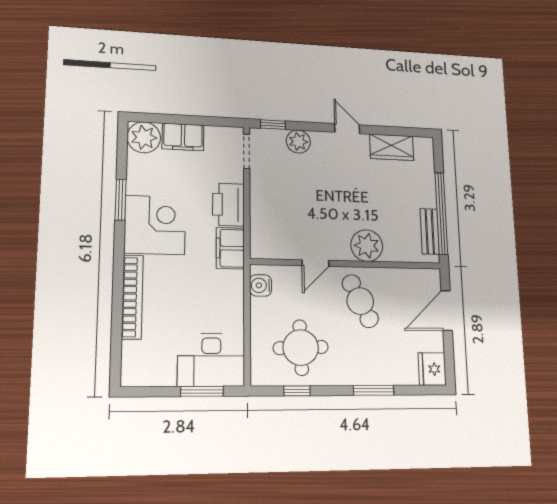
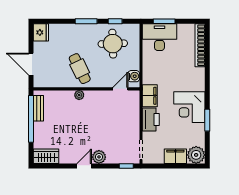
door: (347, 129) -> (84, 166), swing flipped
plant: (298, 142) -> (99, 157), moved
wardrobe: (392, 147) -> (46, 156), moved
plant: (367, 246) -> (79, 95), width x0.53, depth x0.53
door: (315, 263) -> (120, 89), moved
bookcase: (132, 297) -> (200, 45), moved
door: (447, 310) -> (31, 64), swing flipped
window: (374, 390) -> (86, 21), moved

